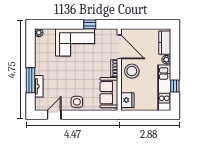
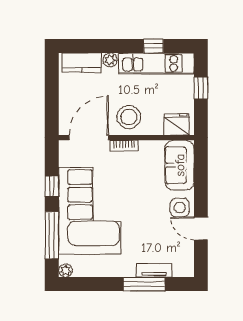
window: (60, 24) -> (52, 235), added
corner sofa: (75, 42) -> (90, 211), width x1.36, depth x1.36
sofa: (109, 93) -> (180, 165), moved, turned 90
door: (54, 115) -> (201, 229), moved
window: (149, 115) -> (201, 88), added

